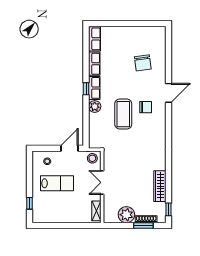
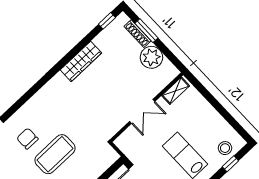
stool: (92, 158) -> (225, 148), moved
wardrobe: (160, 186) -> (81, 61), moved

